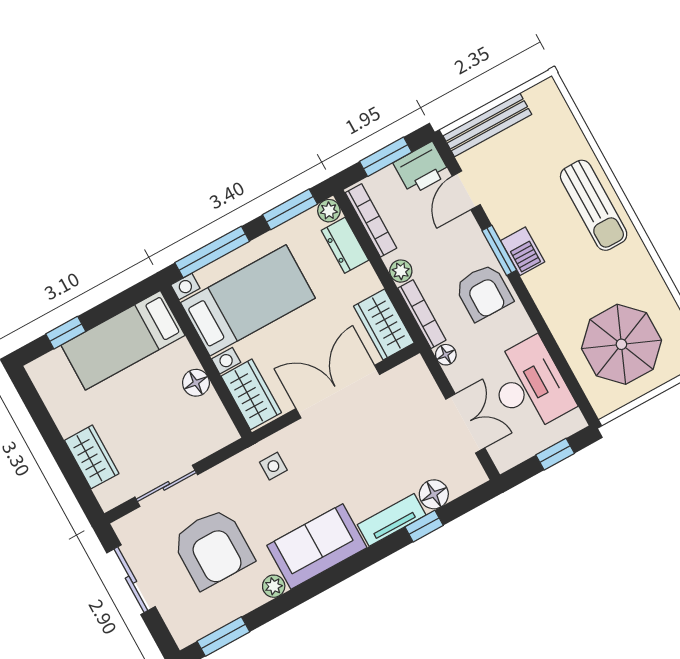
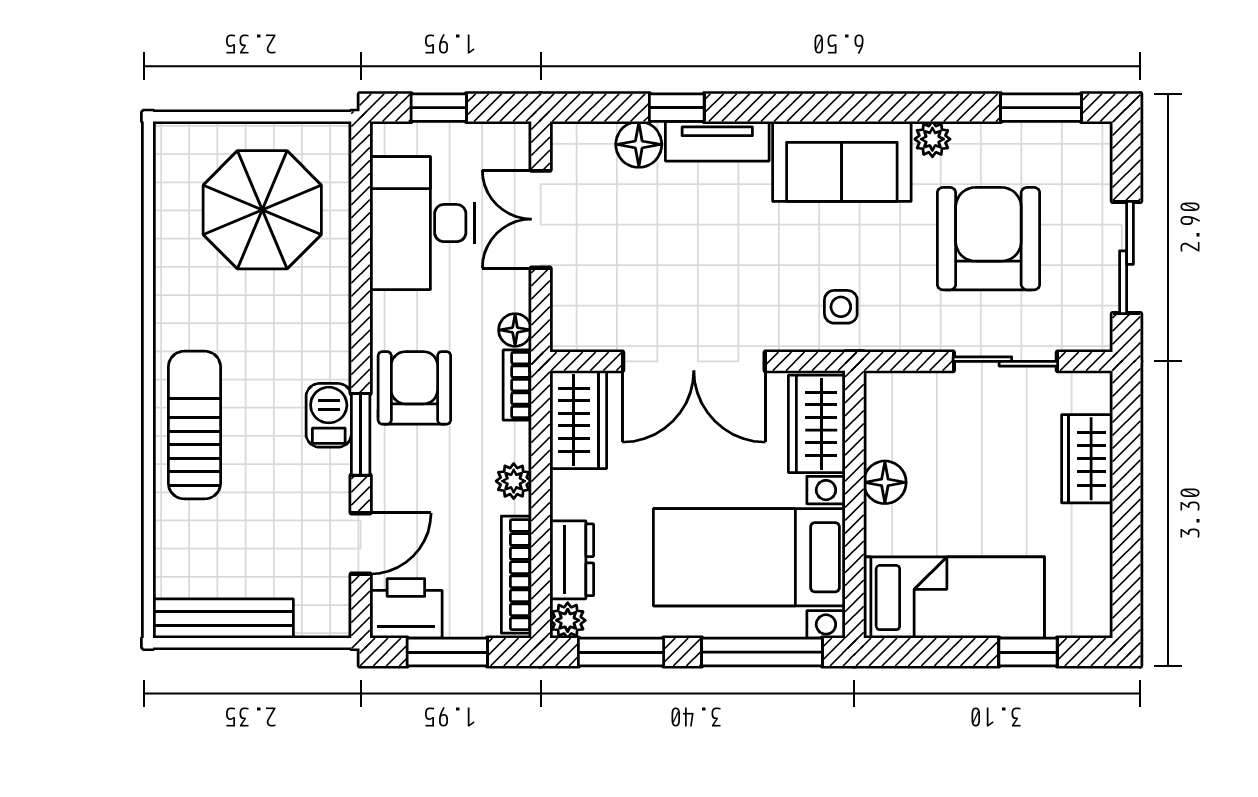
bench: (487, 125) -> (223, 619), moved
bookcase: (422, 314) -> (517, 385), width x0.64

